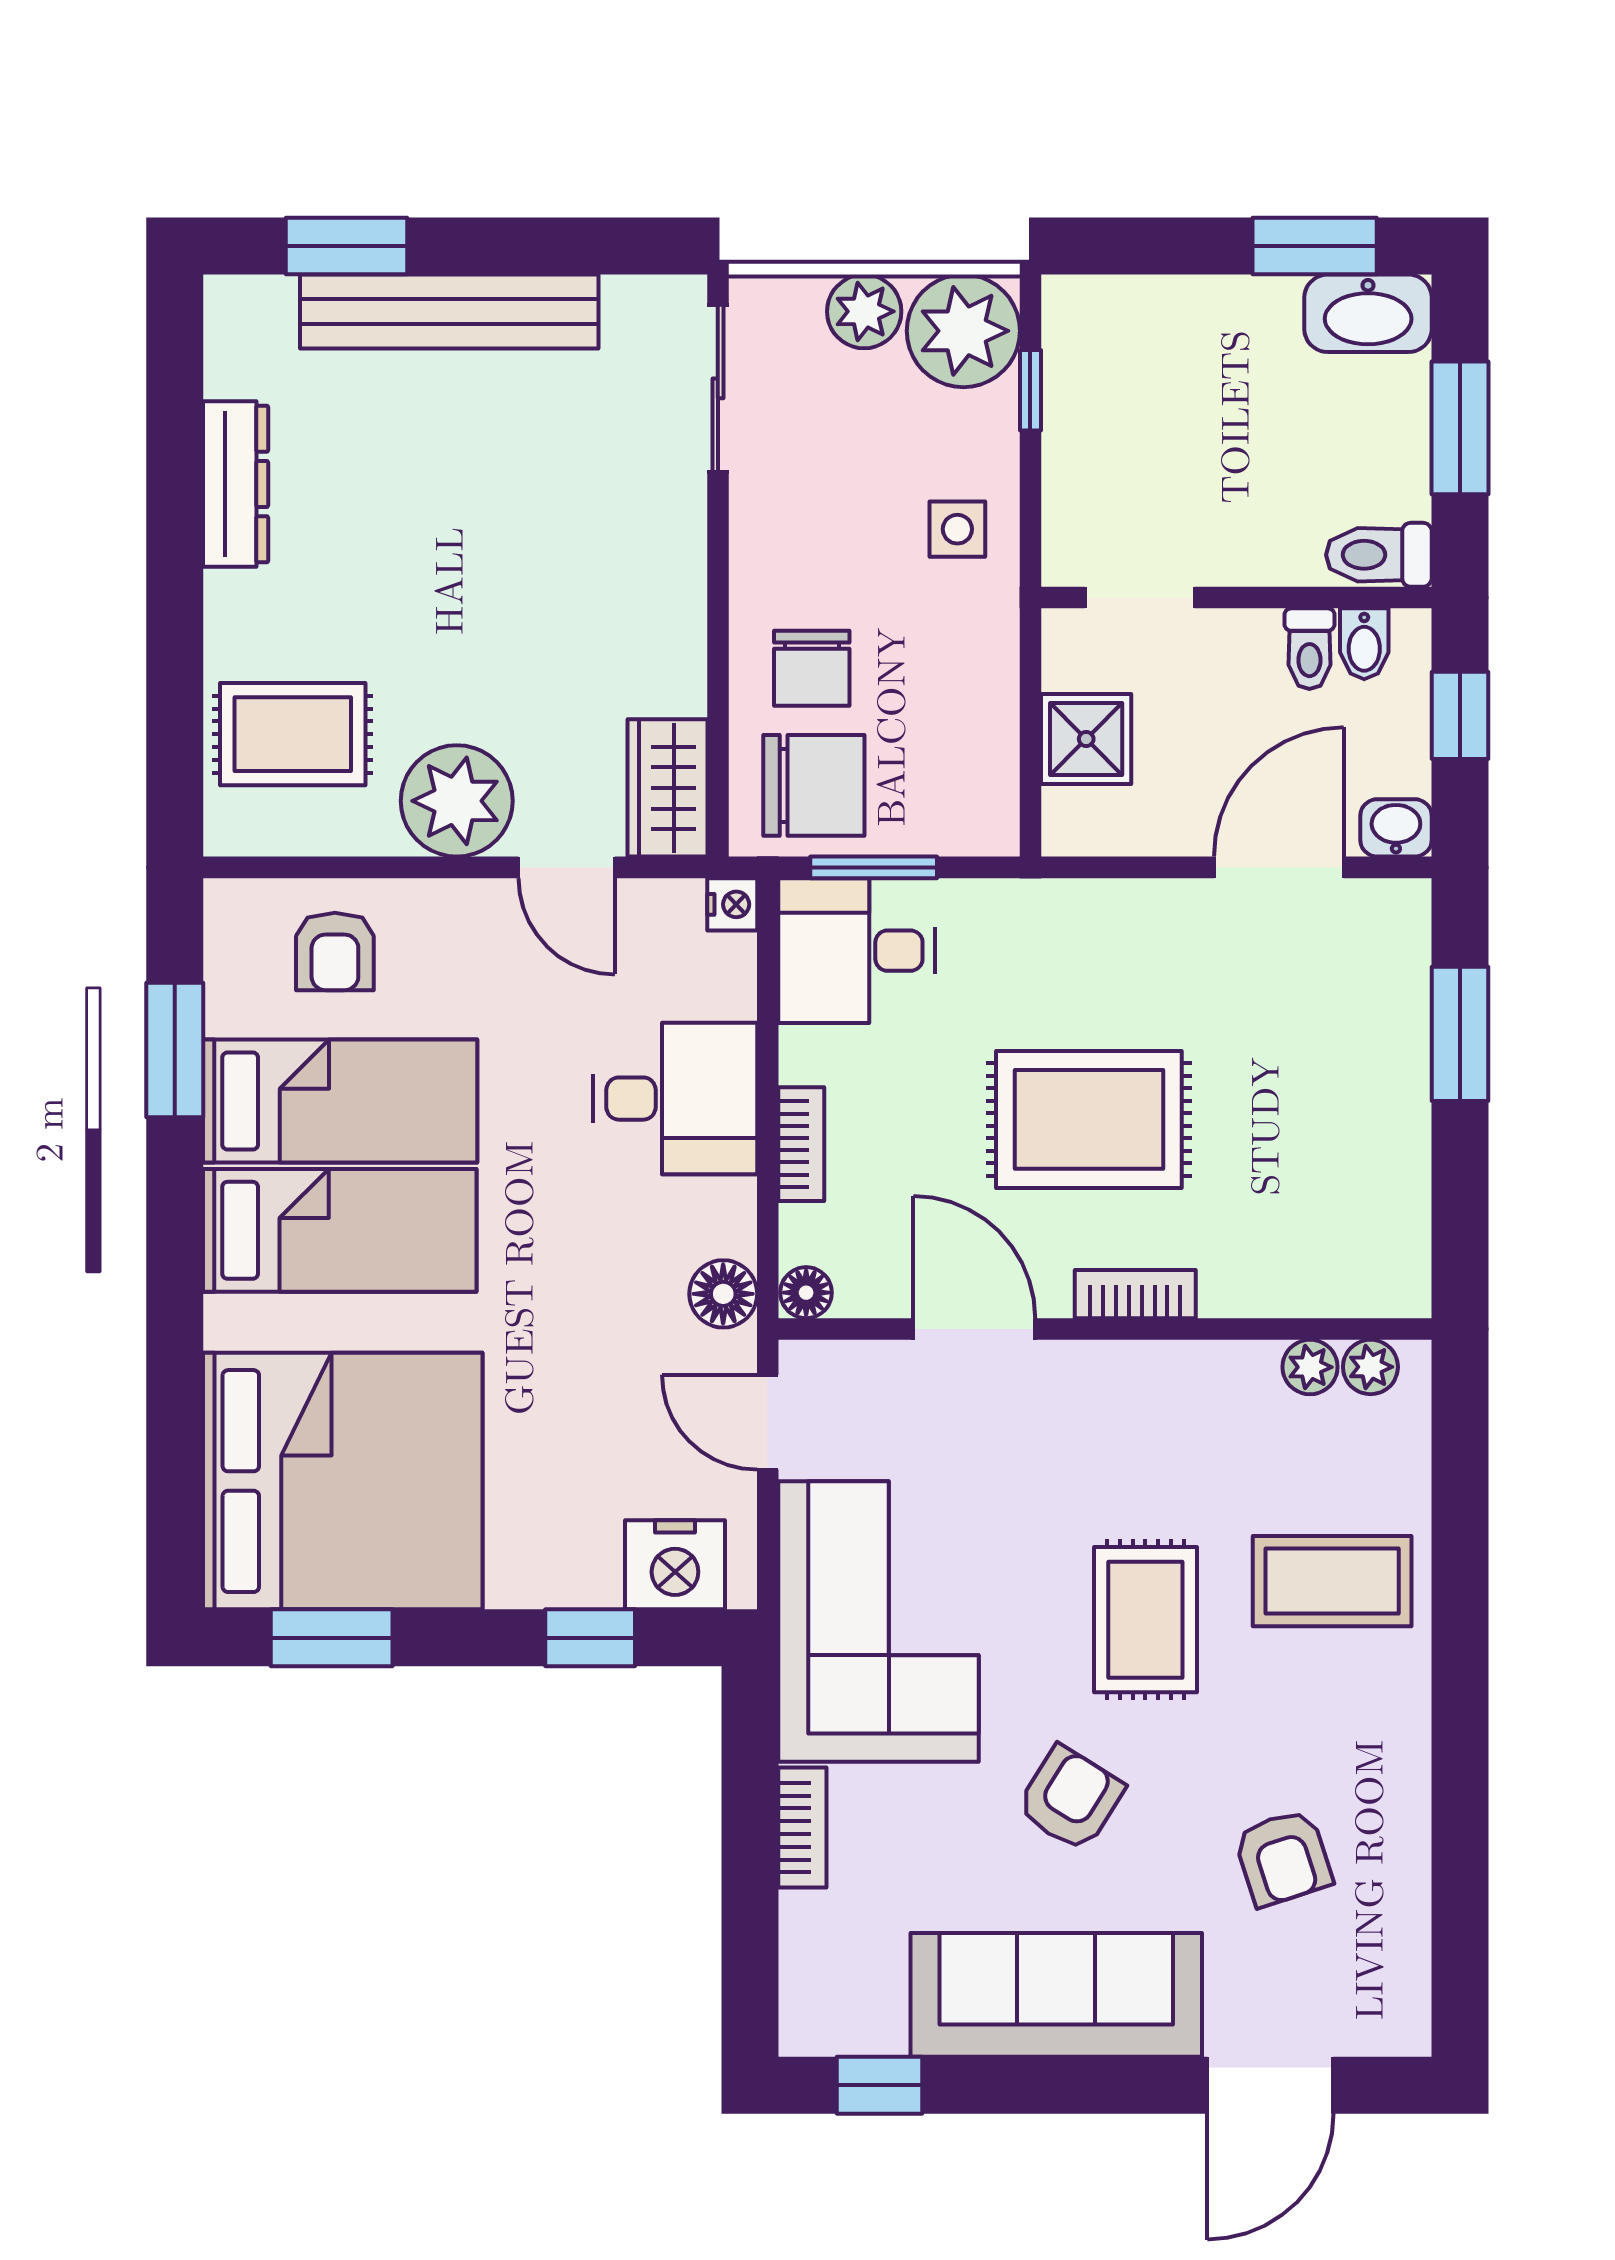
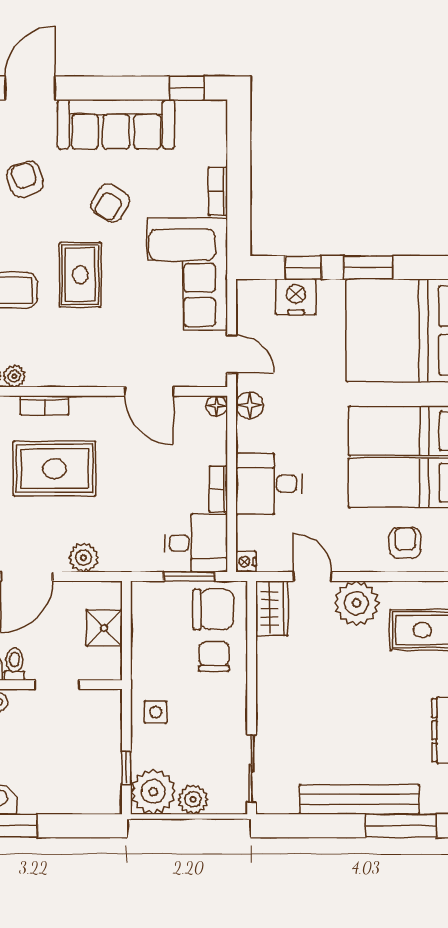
window: (347, 246) -> (401, 826), width x1.44
doorway: (1140, 598) -> (57, 685), moved
chair: (814, 785) -> (213, 609), turned 180
plant: (1137, 914) -> (84, 558), added
rug: (1089, 1119) -> (54, 469), moved
bookcase: (801, 1144) -> (218, 489), moved
bookcase: (1135, 1294) -> (44, 405), moved
nightstand: (675, 1565) -> (296, 297), moved
window: (332, 1638) -> (368, 268), moved

